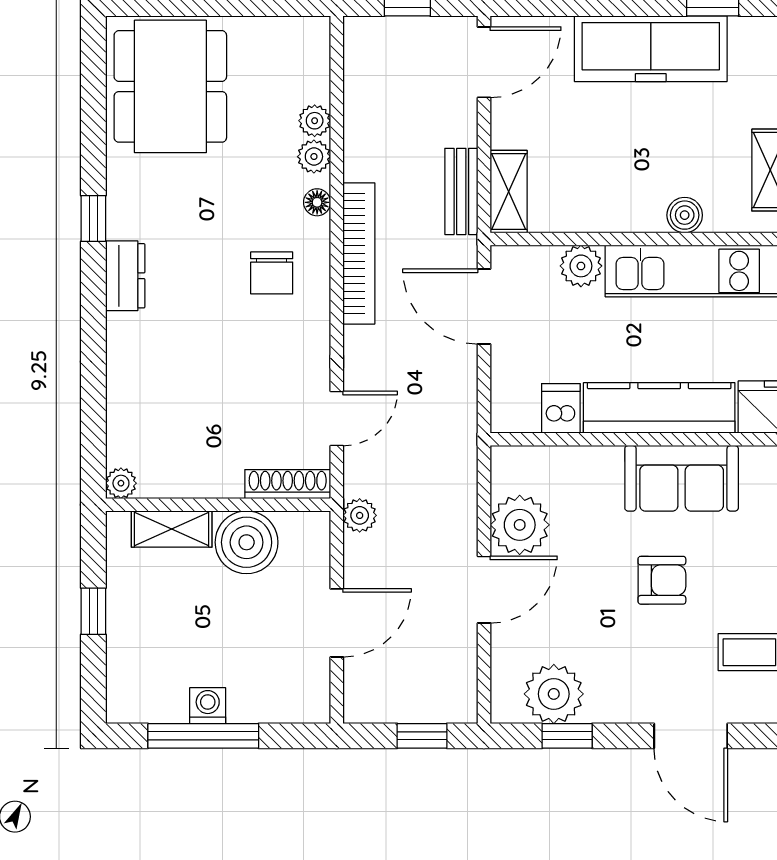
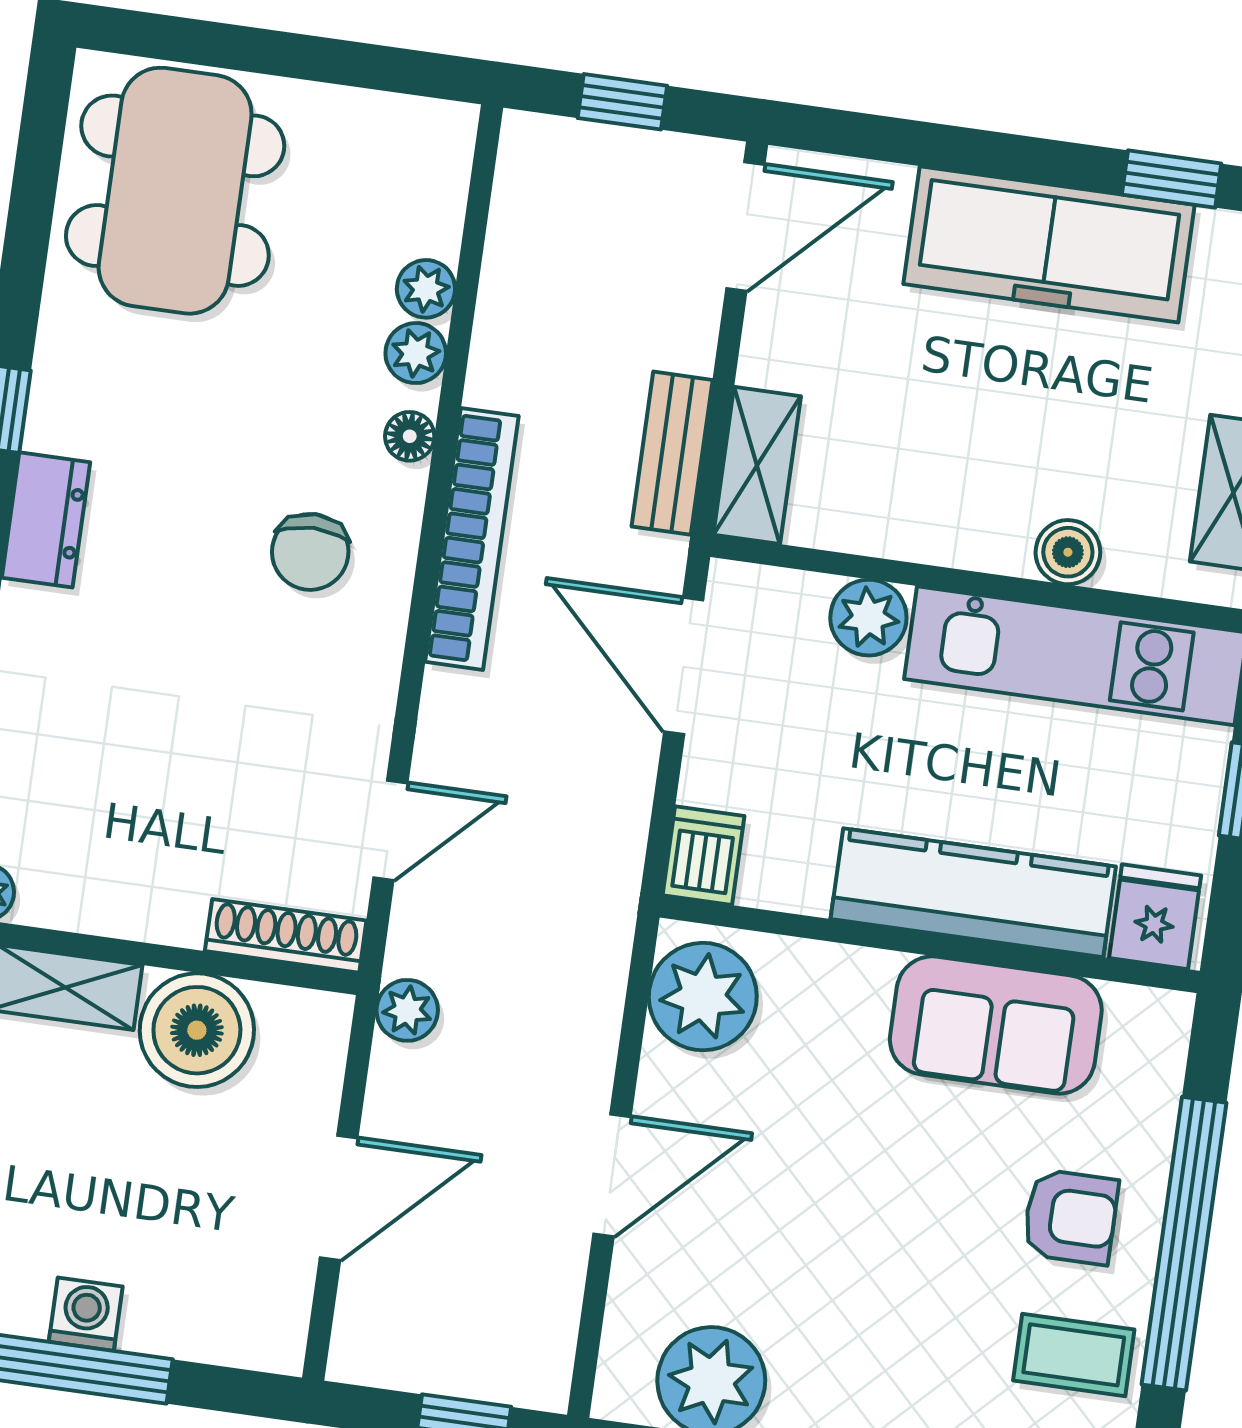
dishwasher: (561, 408) -> (704, 856), moved
plant: (520, 525) -> (703, 997), moved
armchair: (662, 580) -> (1071, 1217), moved

